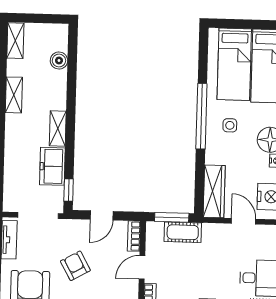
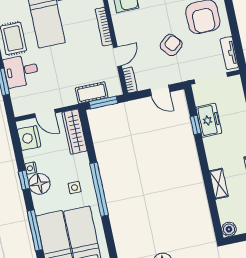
boiler: (59, 61) -> (229, 229), moved
shelving: (58, 129) -> (219, 184), moved
window: (69, 190) -> (196, 125), moved
door: (102, 215) -> (160, 90), swing flipped
armchair: (75, 266) -> (171, 45), turned -101

